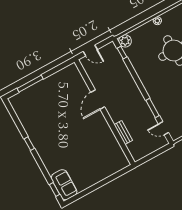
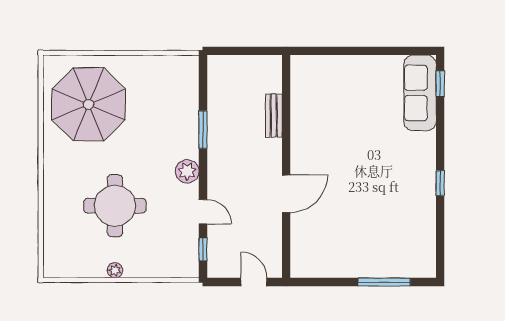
plant: (125, 41) -> (187, 171), moved
door: (164, 128) -> (203, 212), moved
sofa: (64, 185) -> (420, 93), width x1.36

